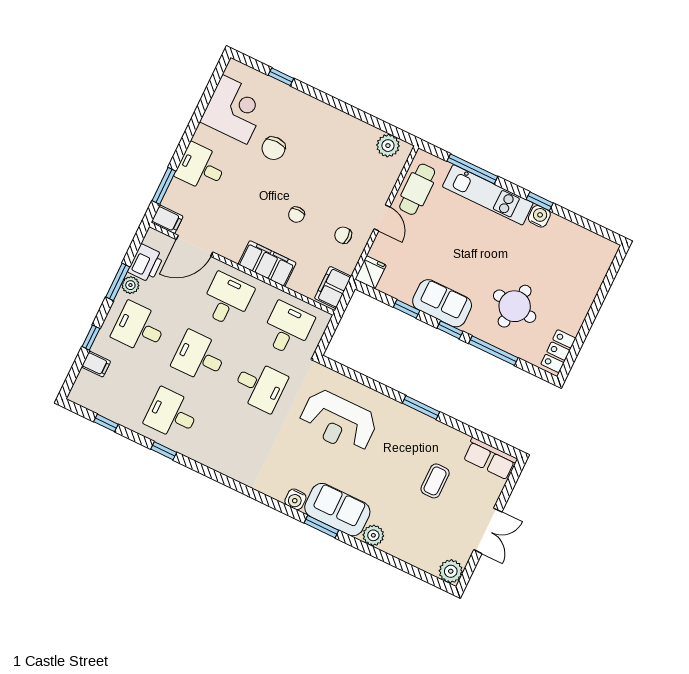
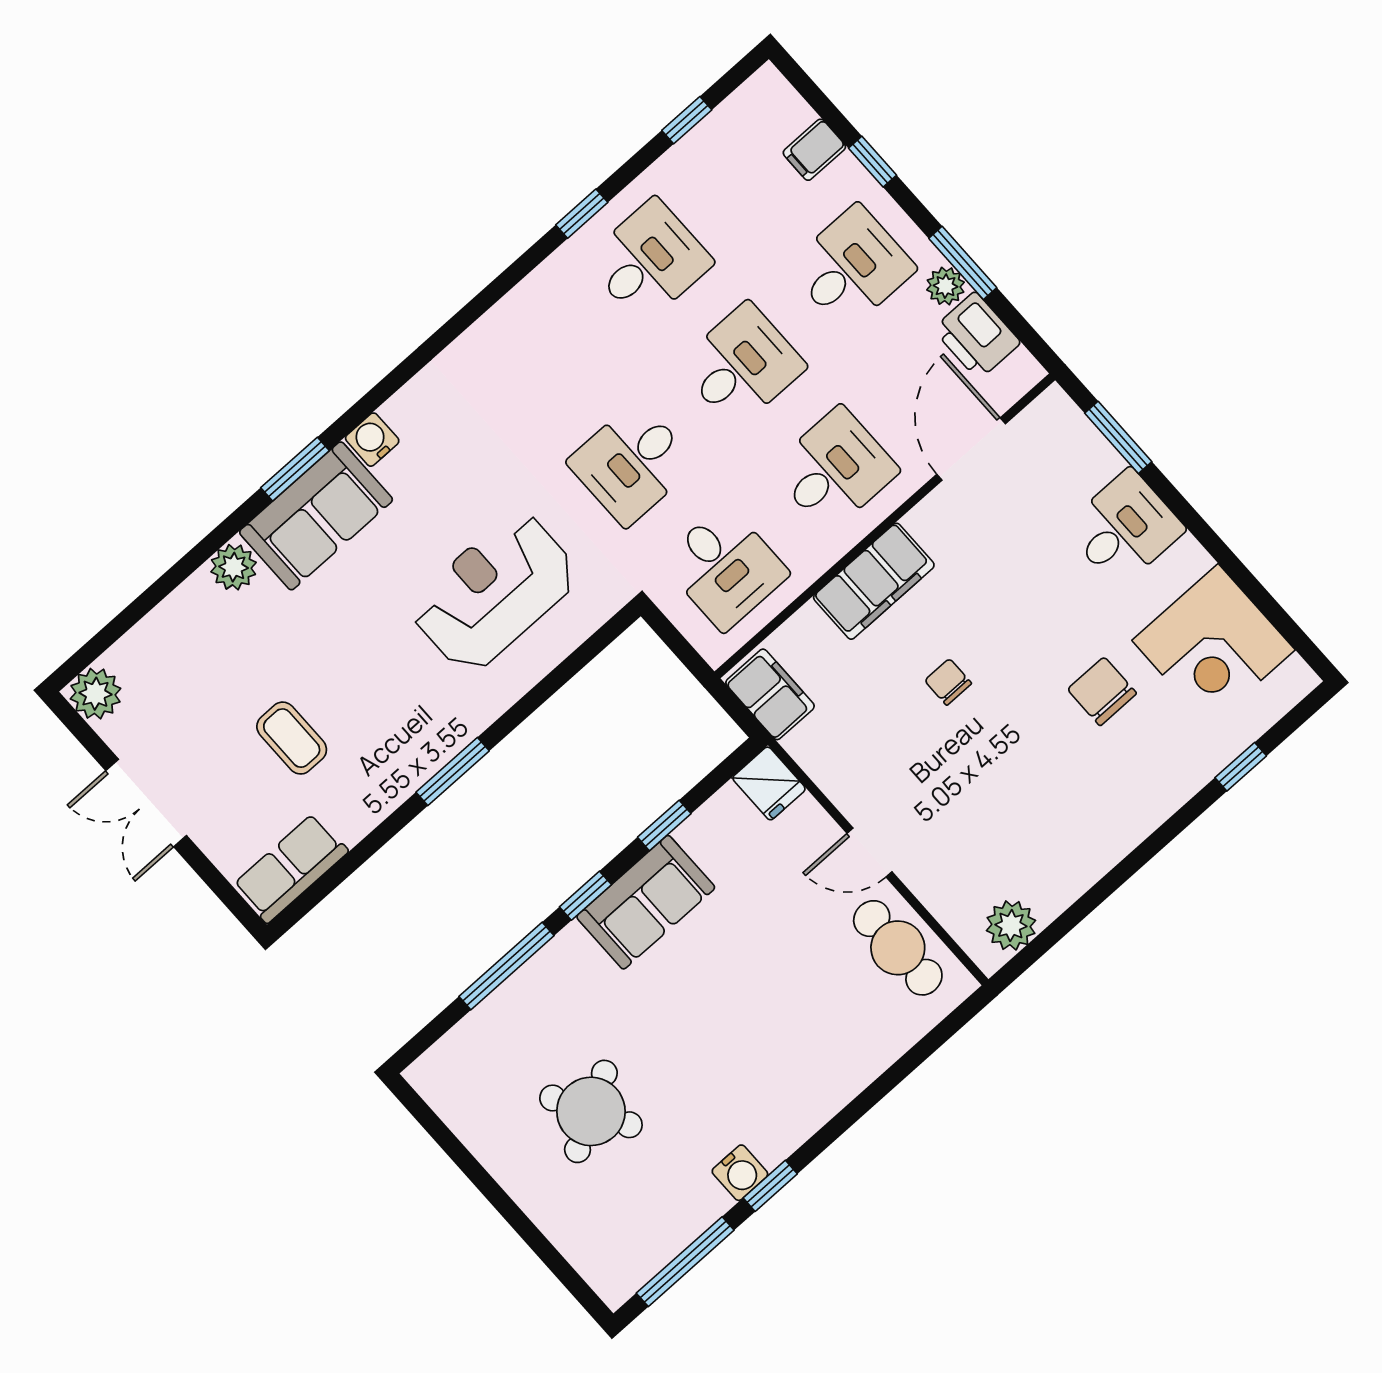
window: (472, 169) -> (685, 1262), moved
kitchen unit: (488, 195) -> (827, 1086), removed
filing cabinet: (167, 219) -> (1048, 416), removed
chair: (343, 235) -> (867, 759), removed
desk: (227, 300) -> (834, 469), turned -90
round table: (515, 306) -> (591, 1111), moved, turned -38
locker: (558, 351) -> (451, 1097), removed

